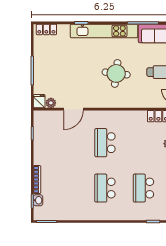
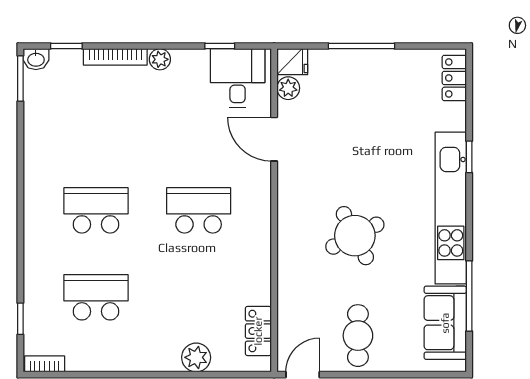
round table: (116, 73) -> (355, 236), turned -34
desk: (46, 125) -> (238, 78), added
plant: (38, 160) -> (160, 59), added
washbasin: (38, 200) -> (36, 59), moved

